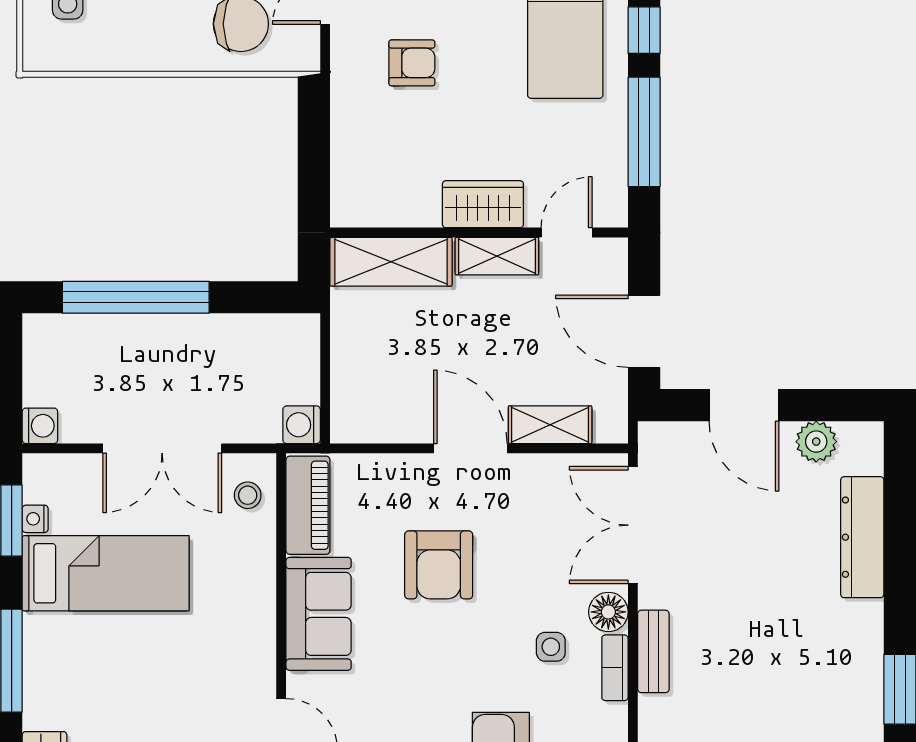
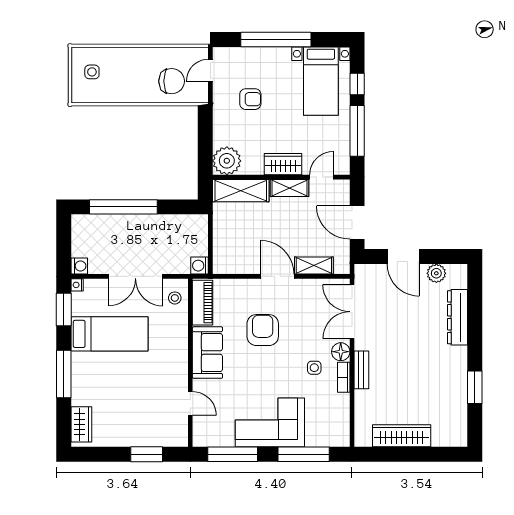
plant: (361, 197) -> (227, 161), added
nightstand: (35, 519) -> (77, 285), moved
armchair: (439, 565) -> (263, 330), turned 180

